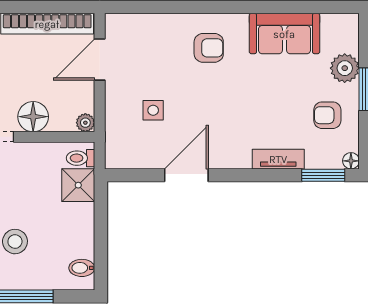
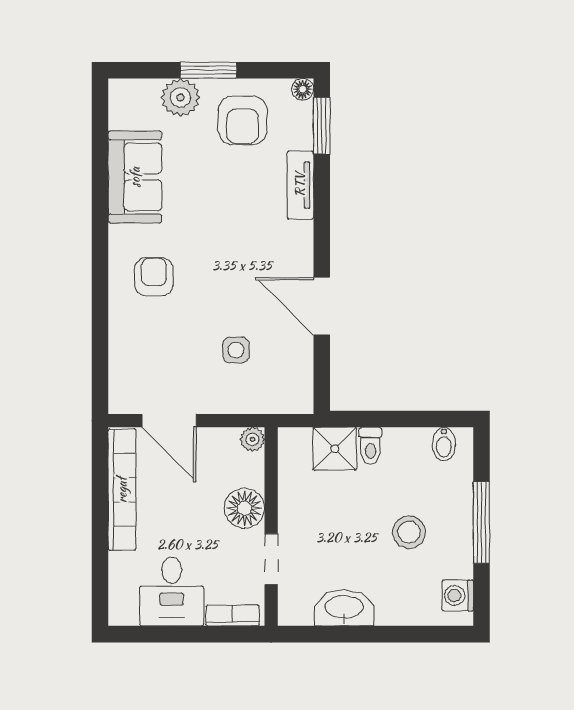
armchair: (327, 115) -> (243, 120), width x1.38, depth x1.38
toilet: (81, 158) -> (370, 446), moved

